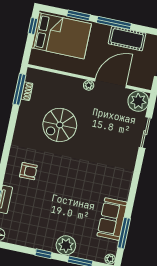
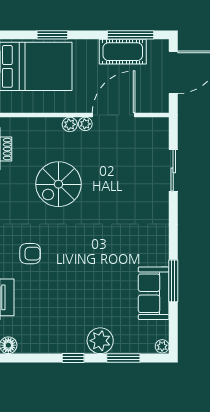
window: (114, 23) -> (131, 35), moved
plant: (138, 101) -> (70, 124), moved, width x0.53, depth x0.53
window: (124, 233) -> (173, 281), moved

